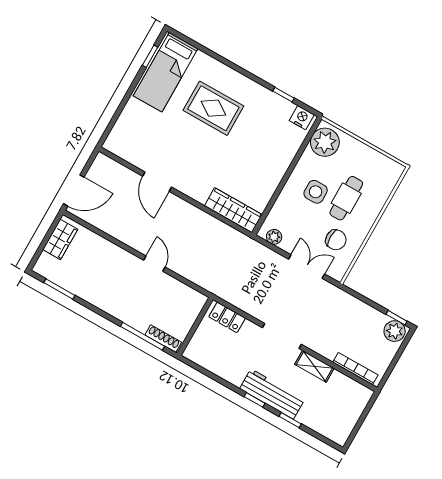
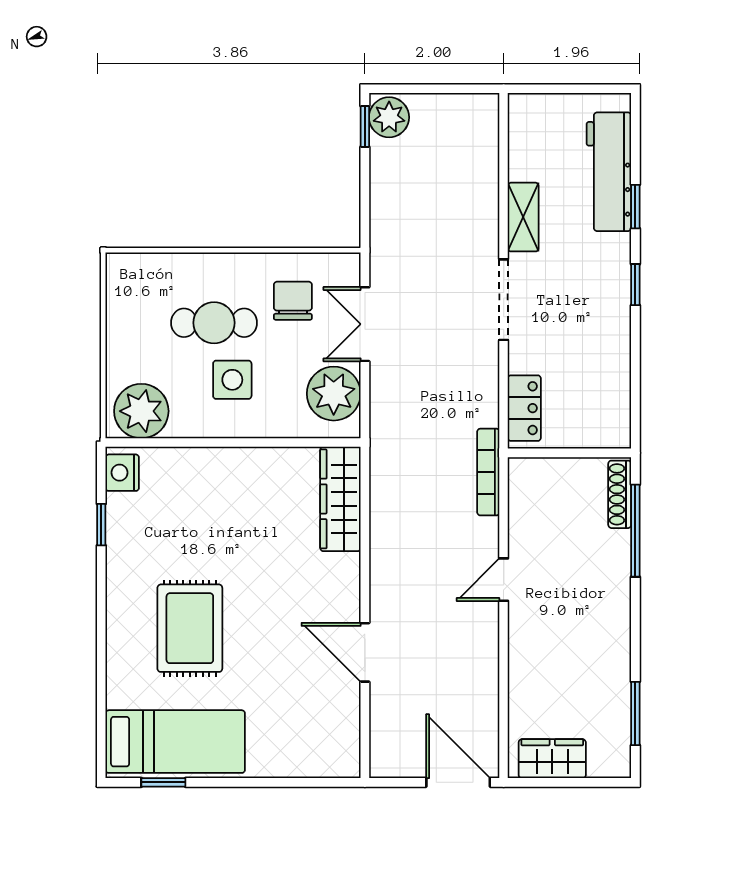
door: (157, 182) -> (365, 652), swing flipped
plant: (274, 237) -> (334, 394), width x1.87, depth x1.87
bookcase: (355, 369) -> (488, 472), moved
workbench: (272, 394) -> (609, 172), moved

